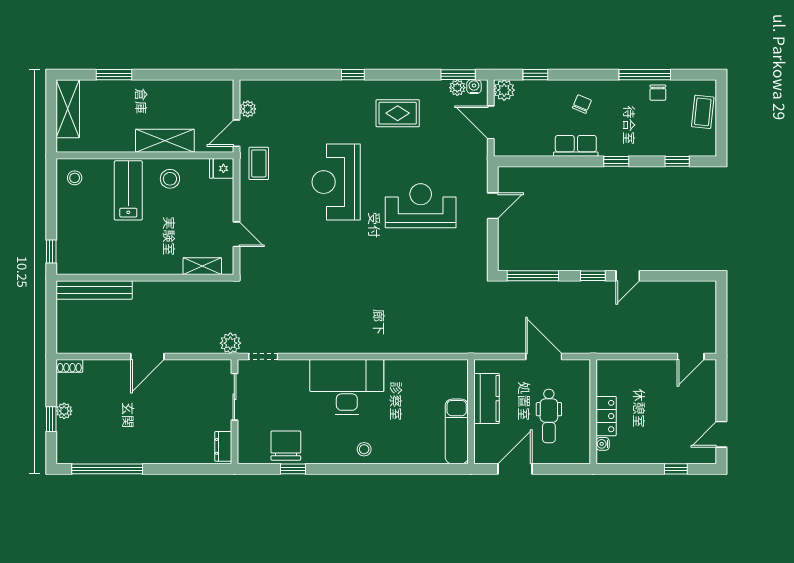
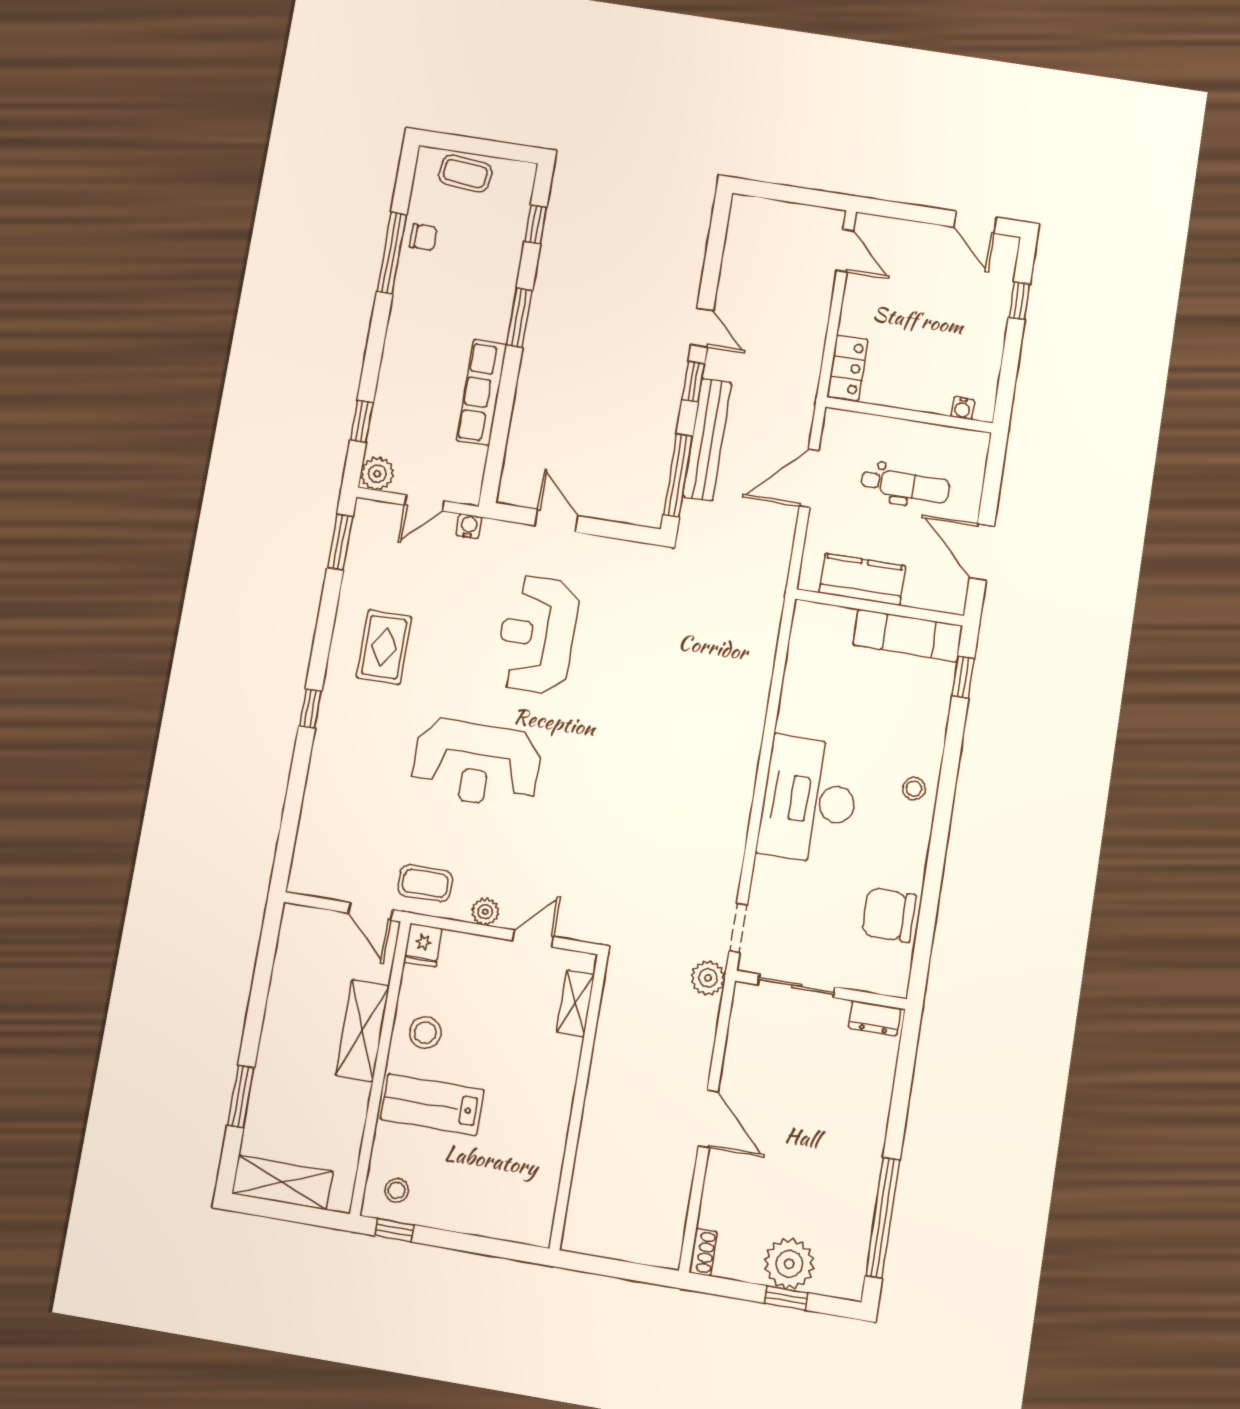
water cooler: (474, 87) -> (469, 526), moved, turned 90
plant: (457, 88) -> (360, 547), removed
chair: (582, 104) -> (420, 357), removed
plant: (248, 109) -> (485, 912), moved
door: (491, 122) -> (424, 503), width x0.73
row of seats: (576, 146) -> (482, 393), width x1.48
window: (616, 161) -> (519, 318), width x1.50
window: (51, 252) -> (394, 1230), moved
bench: (94, 290) -> (707, 440), moved
plant: (64, 411) -> (789, 1264), width x1.87, depth x1.87
locker: (606, 416) -> (848, 368), moved, turned 90
window: (293, 469) -> (963, 677), moved

